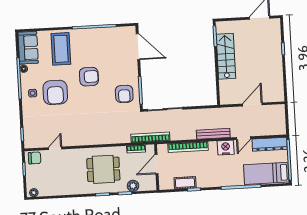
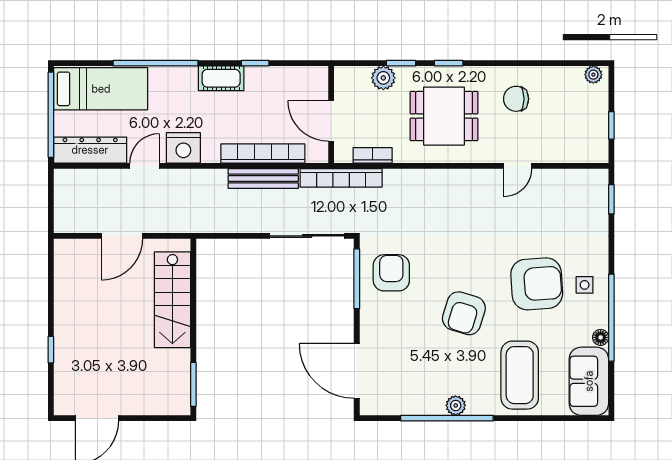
plant: (90, 33) -> (456, 405), added
stairs: (226, 56) -> (172, 300), moved
armchair: (89, 77) -> (464, 313), turned -73
armchair: (55, 92) -> (537, 284), turned 86
bench: (213, 134) -> (263, 179), moved
door: (55, 148) -> (518, 166), moved
chair: (35, 158) -> (516, 99), moved
door: (157, 164) -> (331, 121), swing flipped
cot: (185, 183) -> (221, 78), moved

